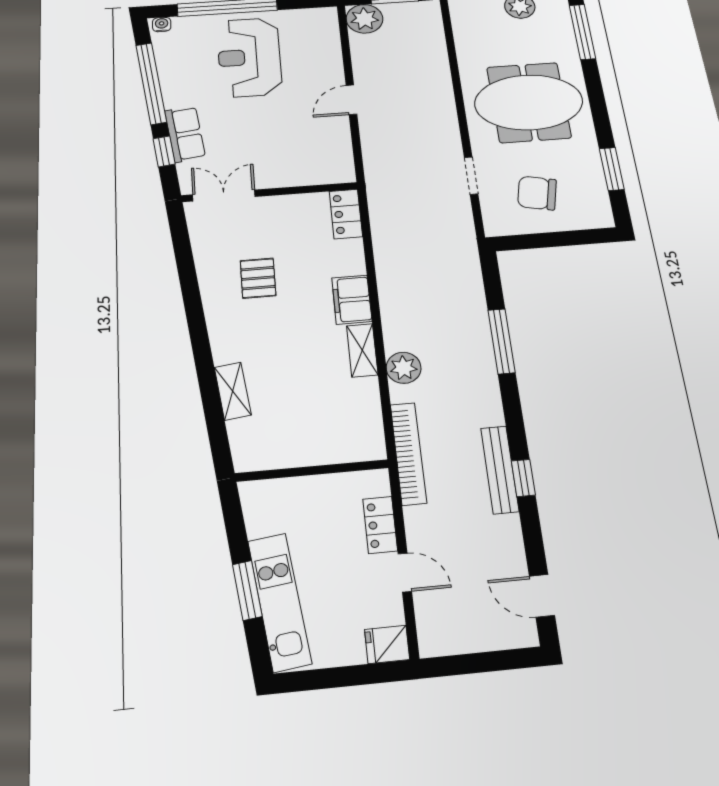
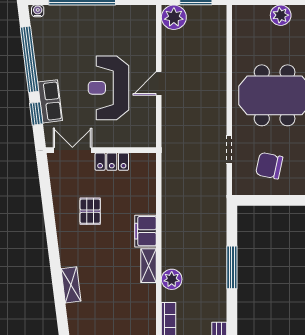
reception desk: (249, 57) -> (108, 88), moved
locker: (346, 214) -> (112, 162), moved, turned -90

